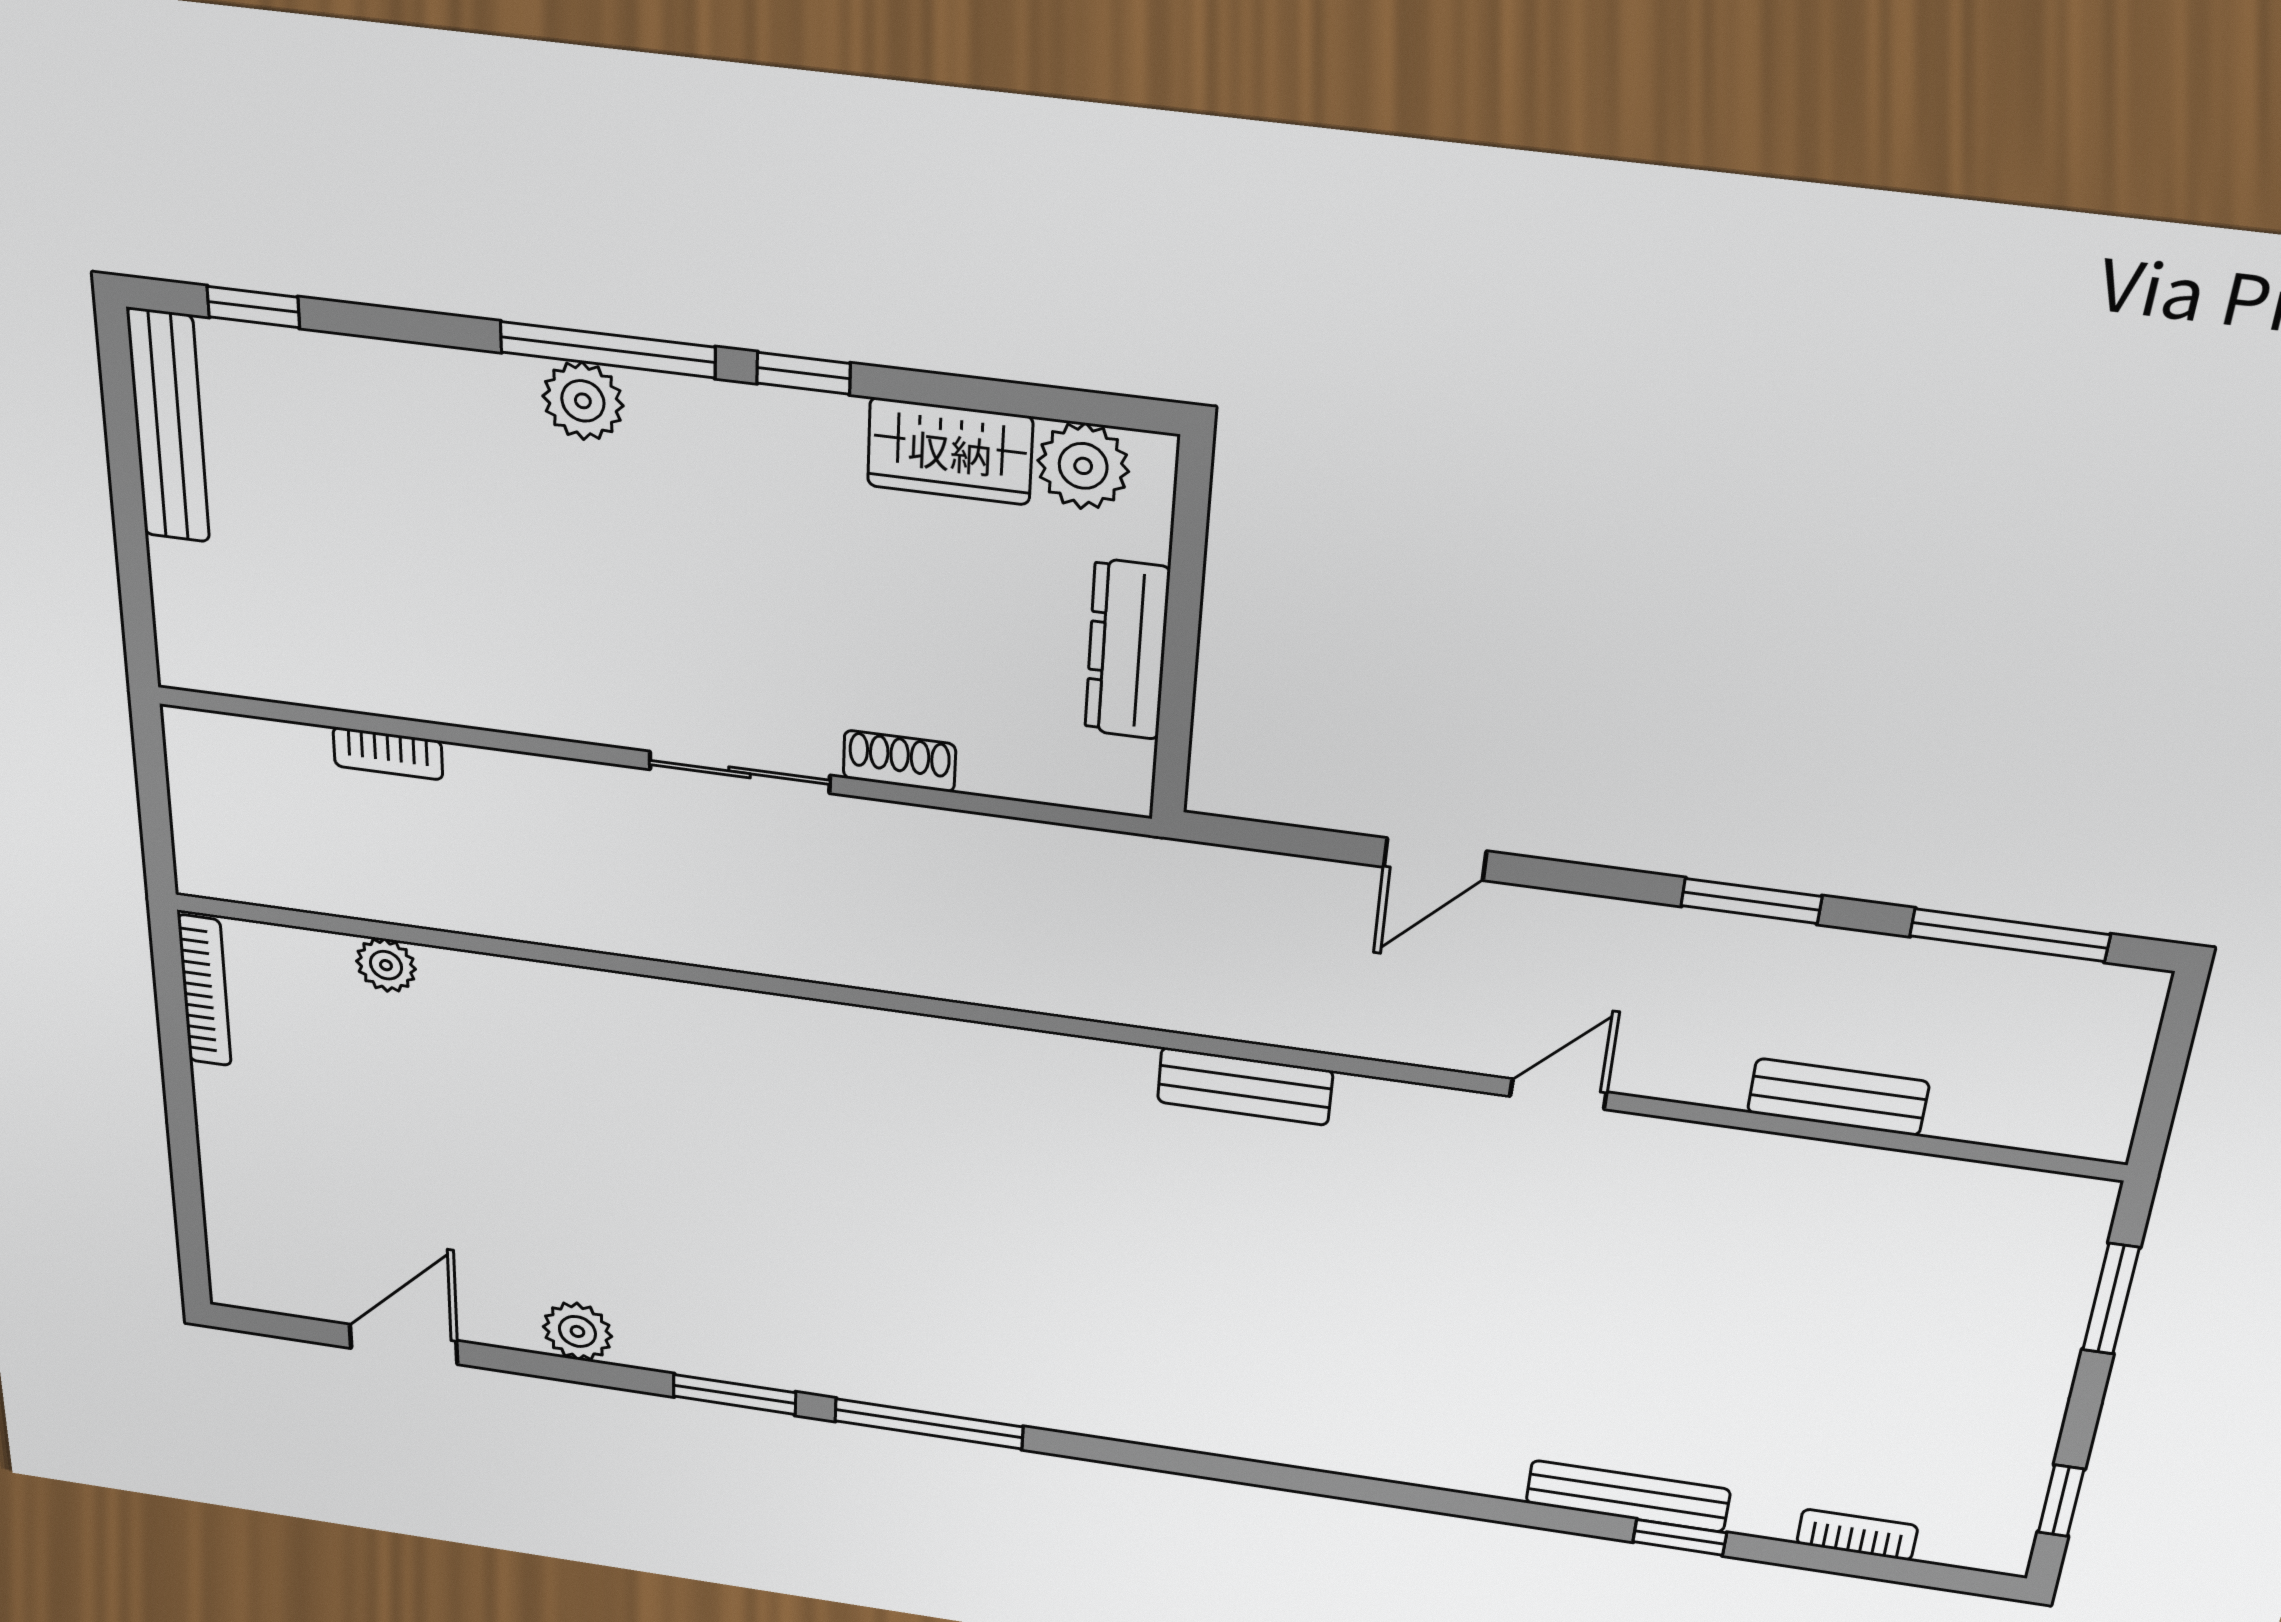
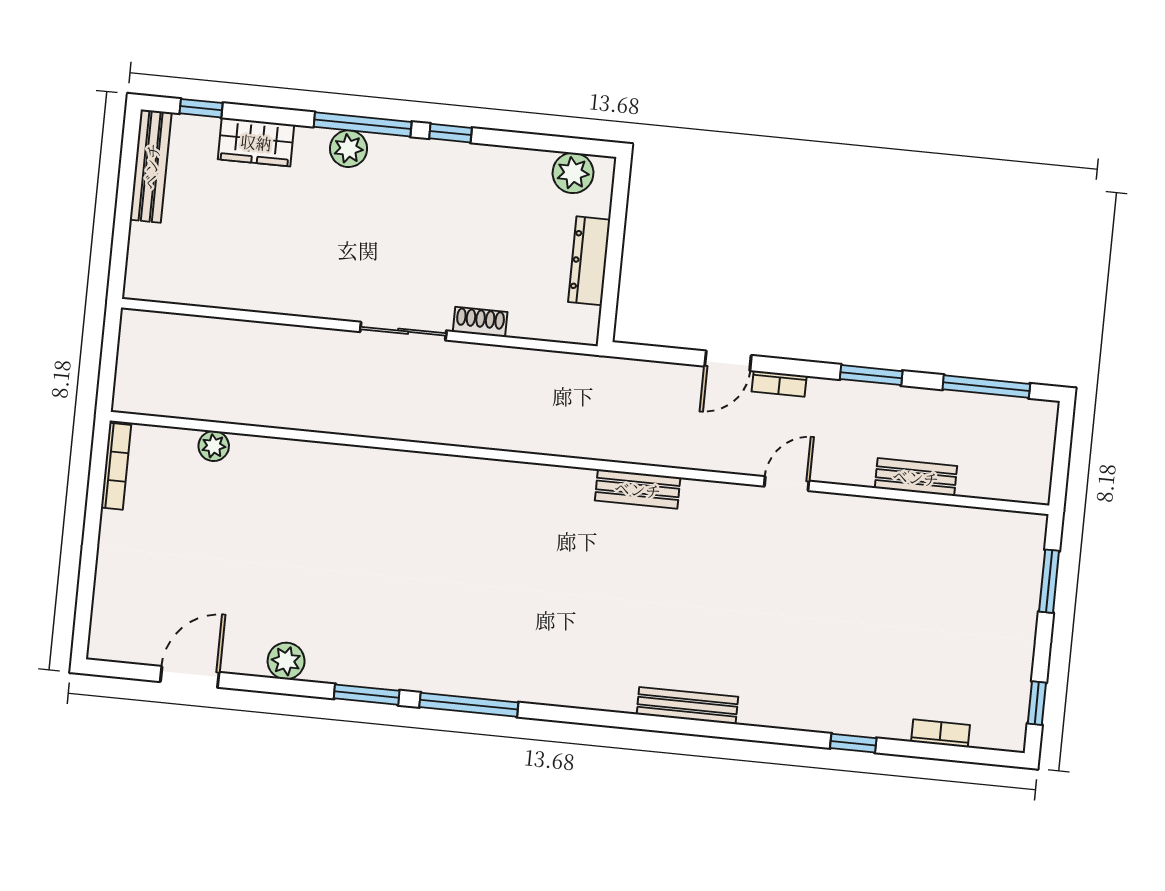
wardrobe: (950, 451) -> (256, 142), moved
bookcase: (388, 753) -> (779, 384), moved
bench: (1628, 1496) -> (687, 706), moved

